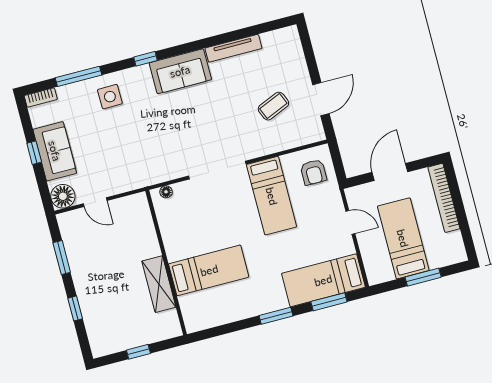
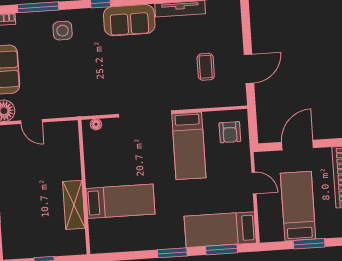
coffee table: (273, 106) -> (206, 67), turned -67

